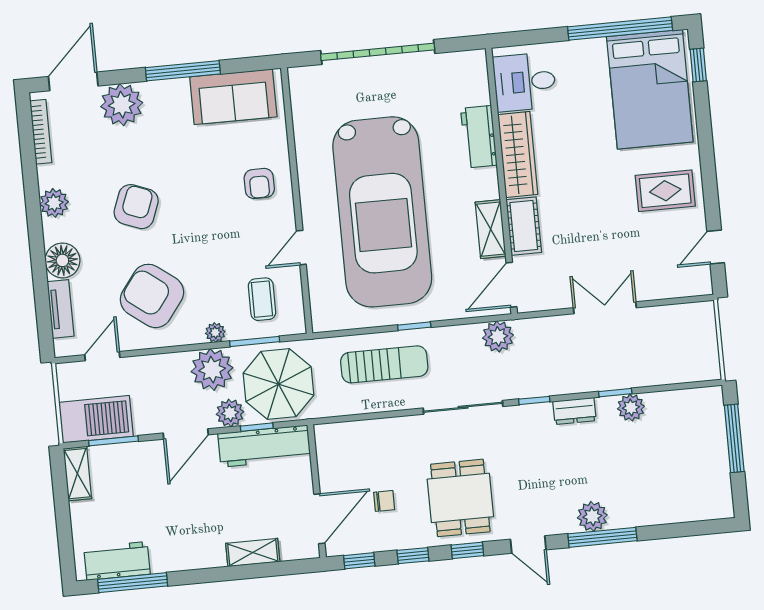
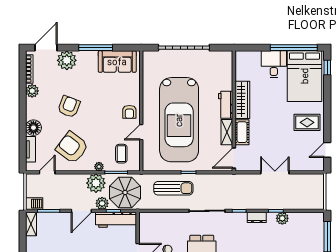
desk: (525, 82) -> (274, 64), moved, turned 90
workbench: (479, 137) -> (226, 105), moved
armchair: (259, 183) -> (129, 112), moved
plant: (54, 203) -> (32, 91), moved
plant: (498, 337) -> (226, 181), removed
barbecue: (96, 419) -> (34, 204), width x0.53, depth x0.65

